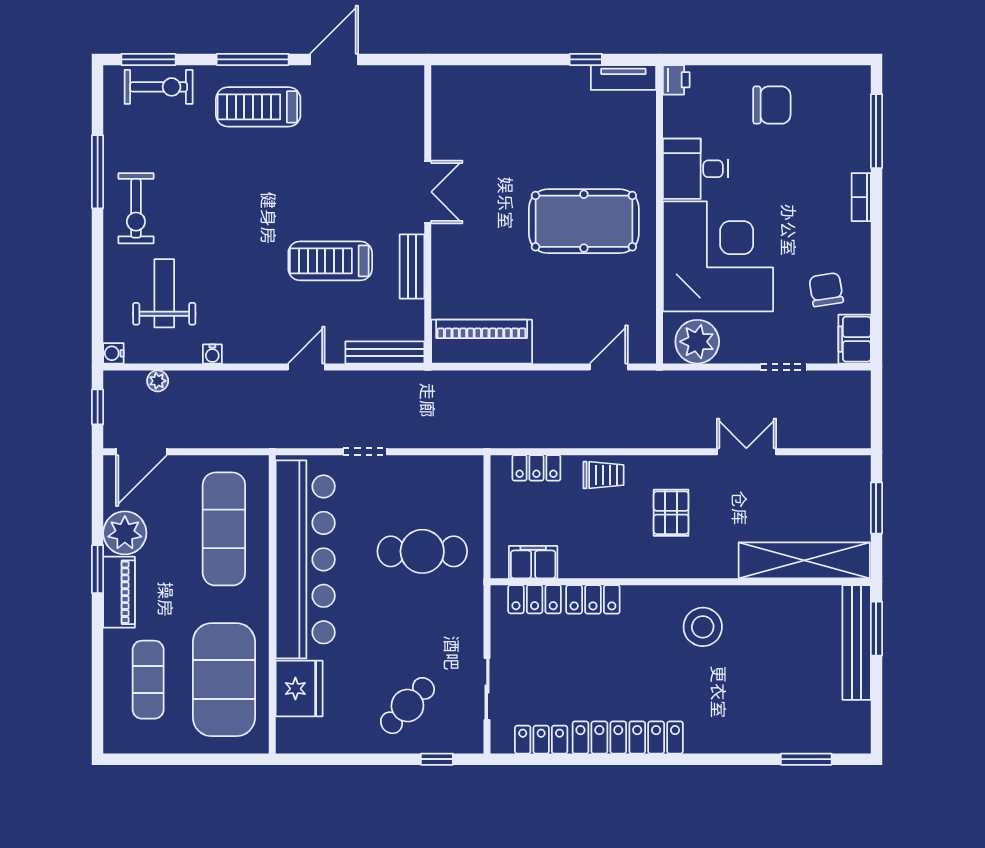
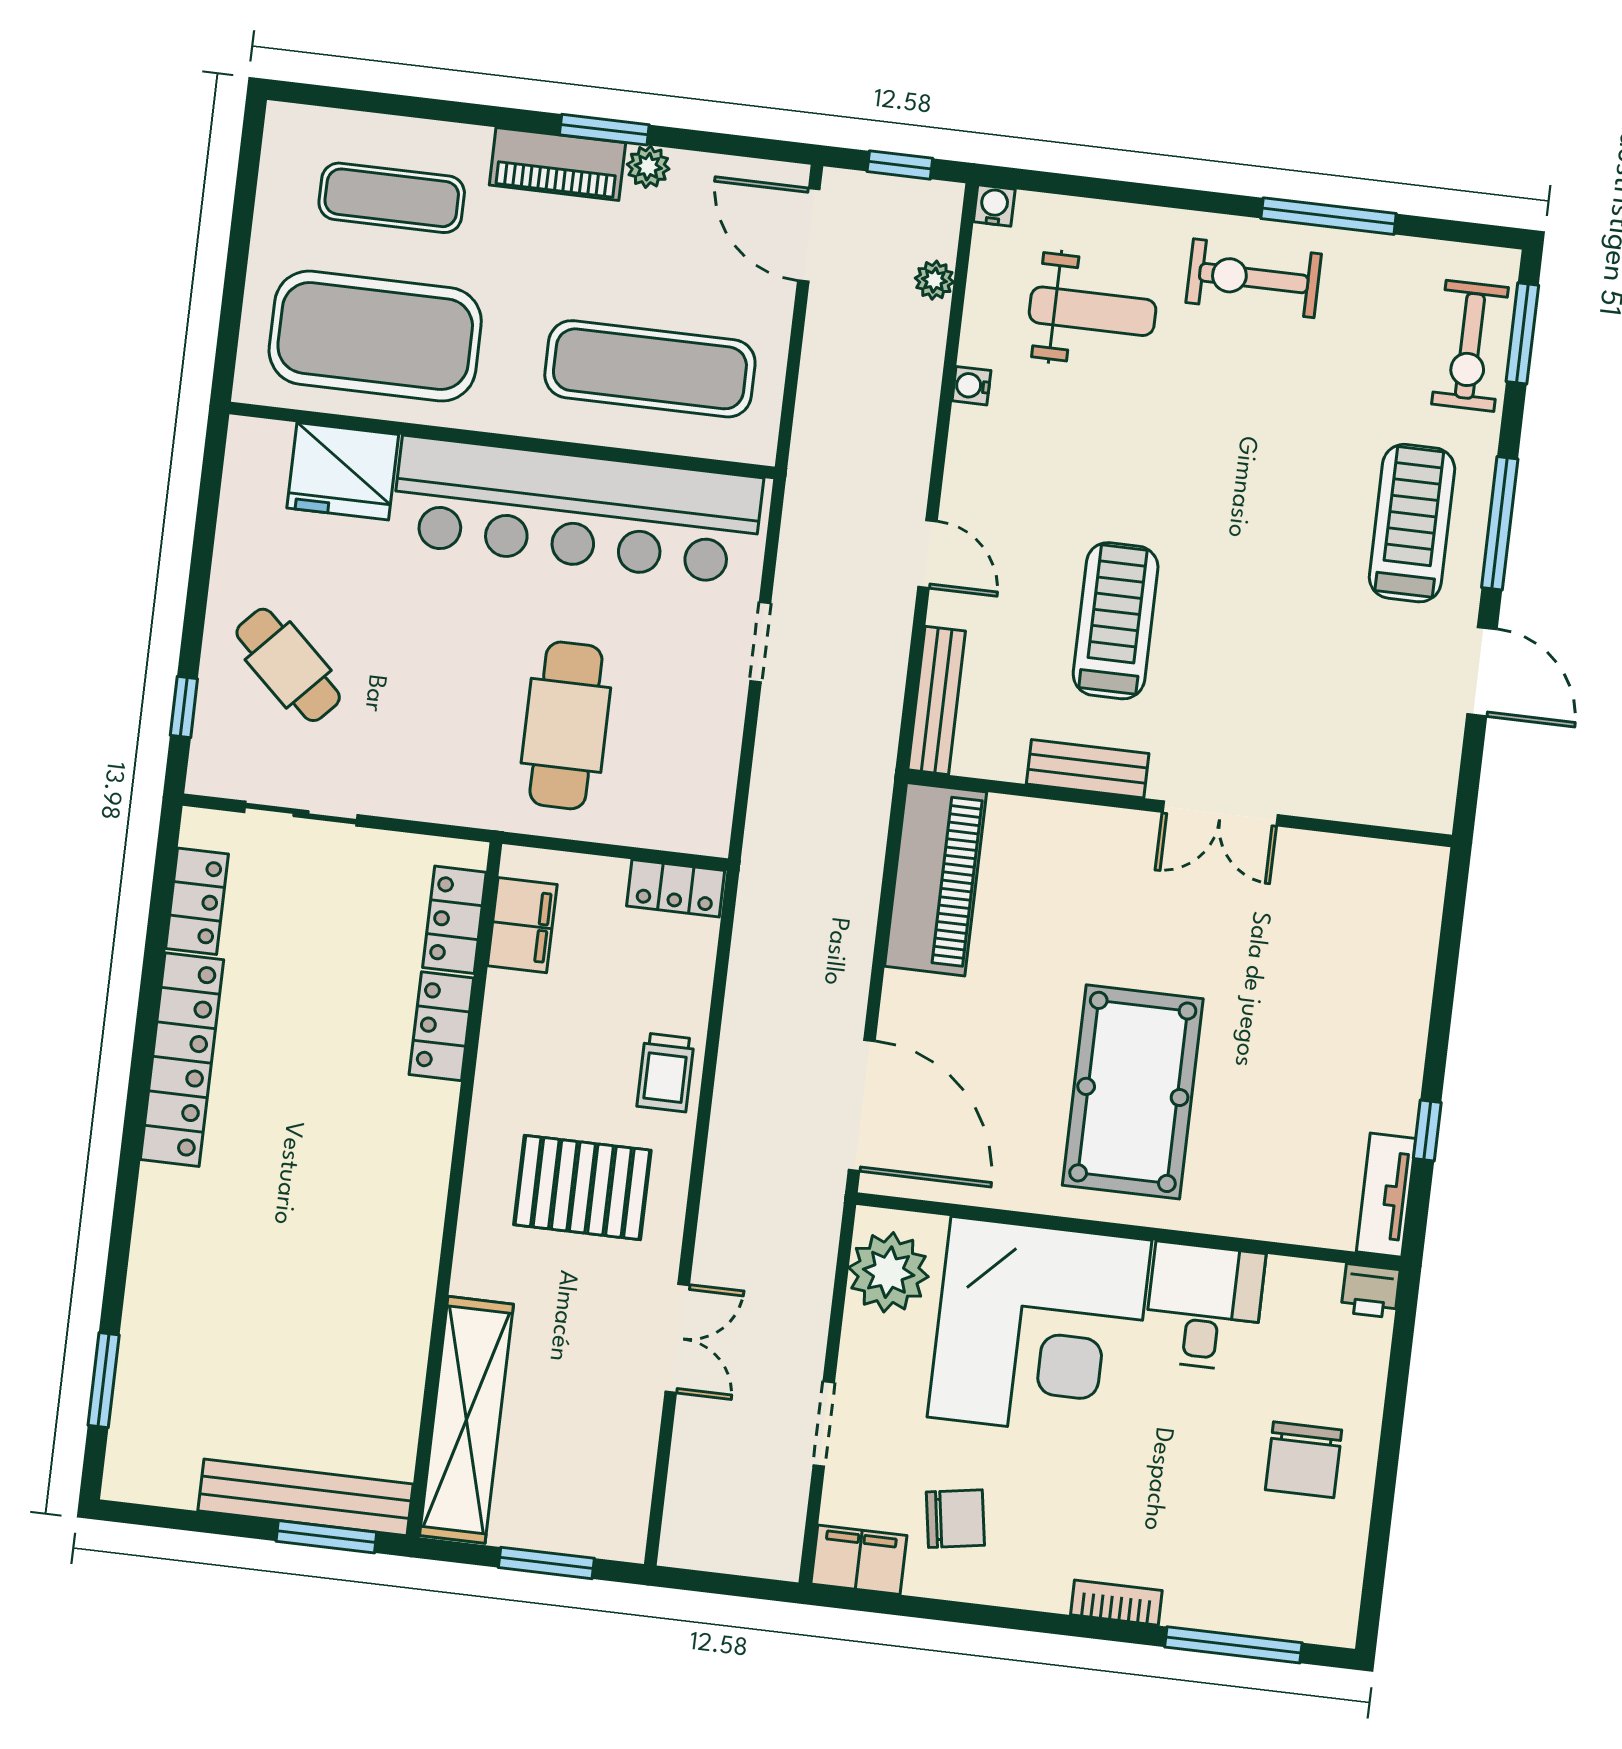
door: (609, 367) -> (862, 1105), width x1.87
locker: (536, 468) -> (676, 888), moved, turned -90
pallet: (671, 513) -> (582, 1187), width x1.50, depth x1.42
plant: (125, 533) -> (648, 167), width x0.53, depth x0.53
stool: (703, 627) -> (367, 1220), removed

